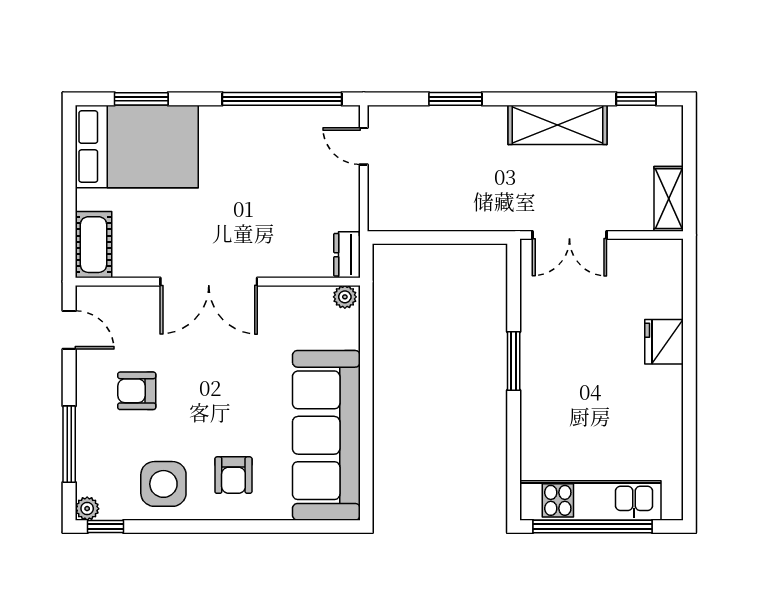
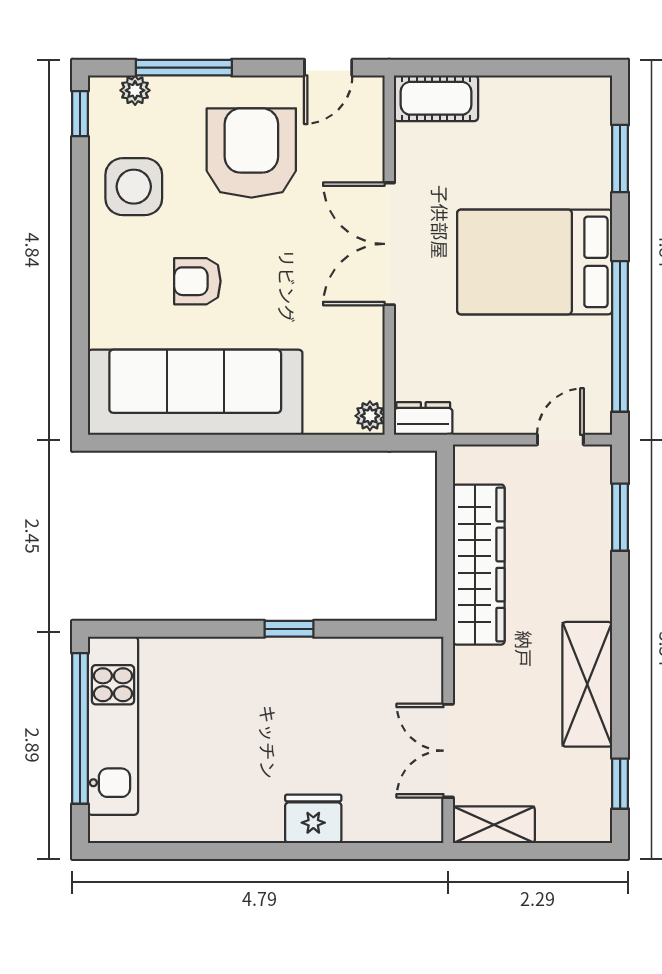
window: (455, 99) -> (620, 517), moved
bed: (137, 147) -> (535, 262), moved, turned 90
wardrobe: (463, 211) -> (479, 565), added
double door: (569, 235) -> (448, 751), moved
window: (514, 361) -> (289, 629), width x0.67
armchair: (137, 391) -> (251, 153), width x1.88, depth x1.88
armchair: (233, 475) -> (197, 281), moved
plant: (87, 509) -> (135, 90), moved

